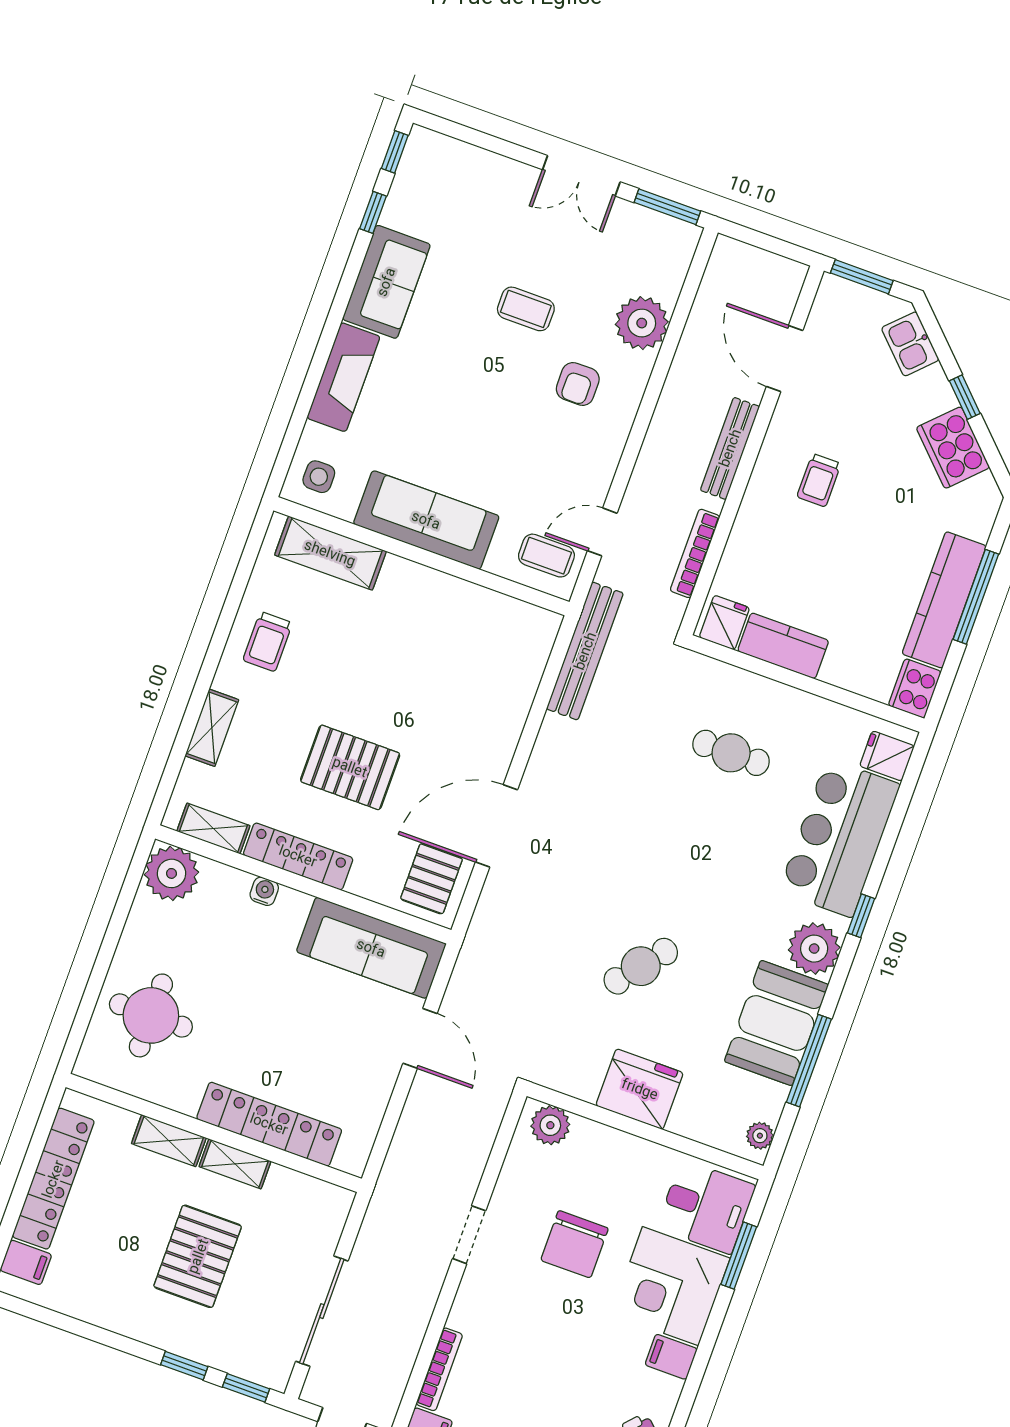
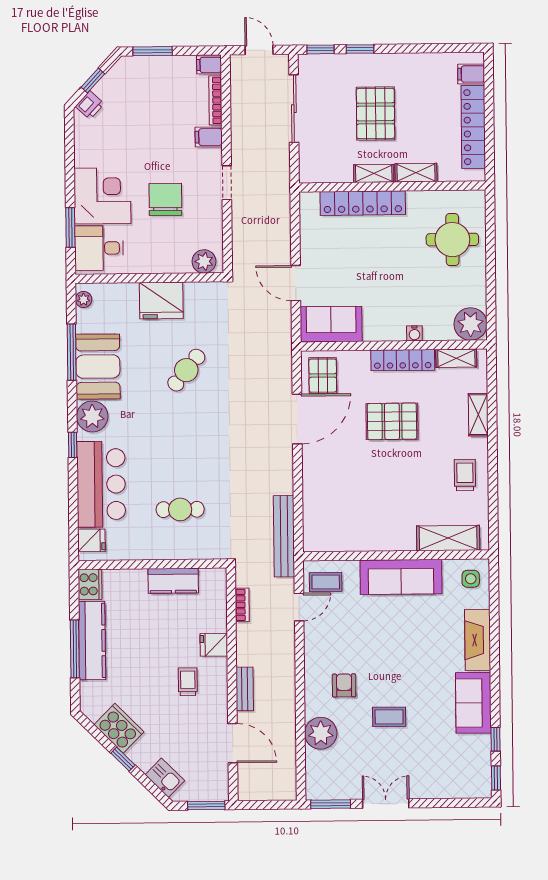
bench: (730, 448) -> (245, 689), width x0.73
bookcase: (695, 553) -> (242, 605), width x0.64
fridge: (724, 623) -> (214, 645), moved, turned 90
sofa: (371, 948) -> (331, 324), width x0.73
filing cabinet: (671, 1357) -> (209, 137), moved, turned 180

